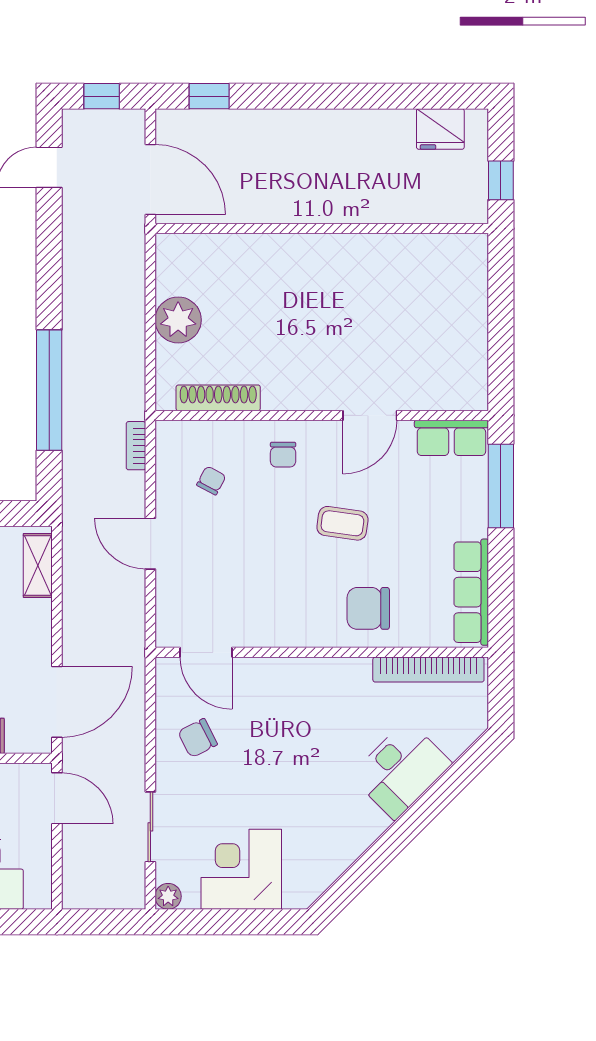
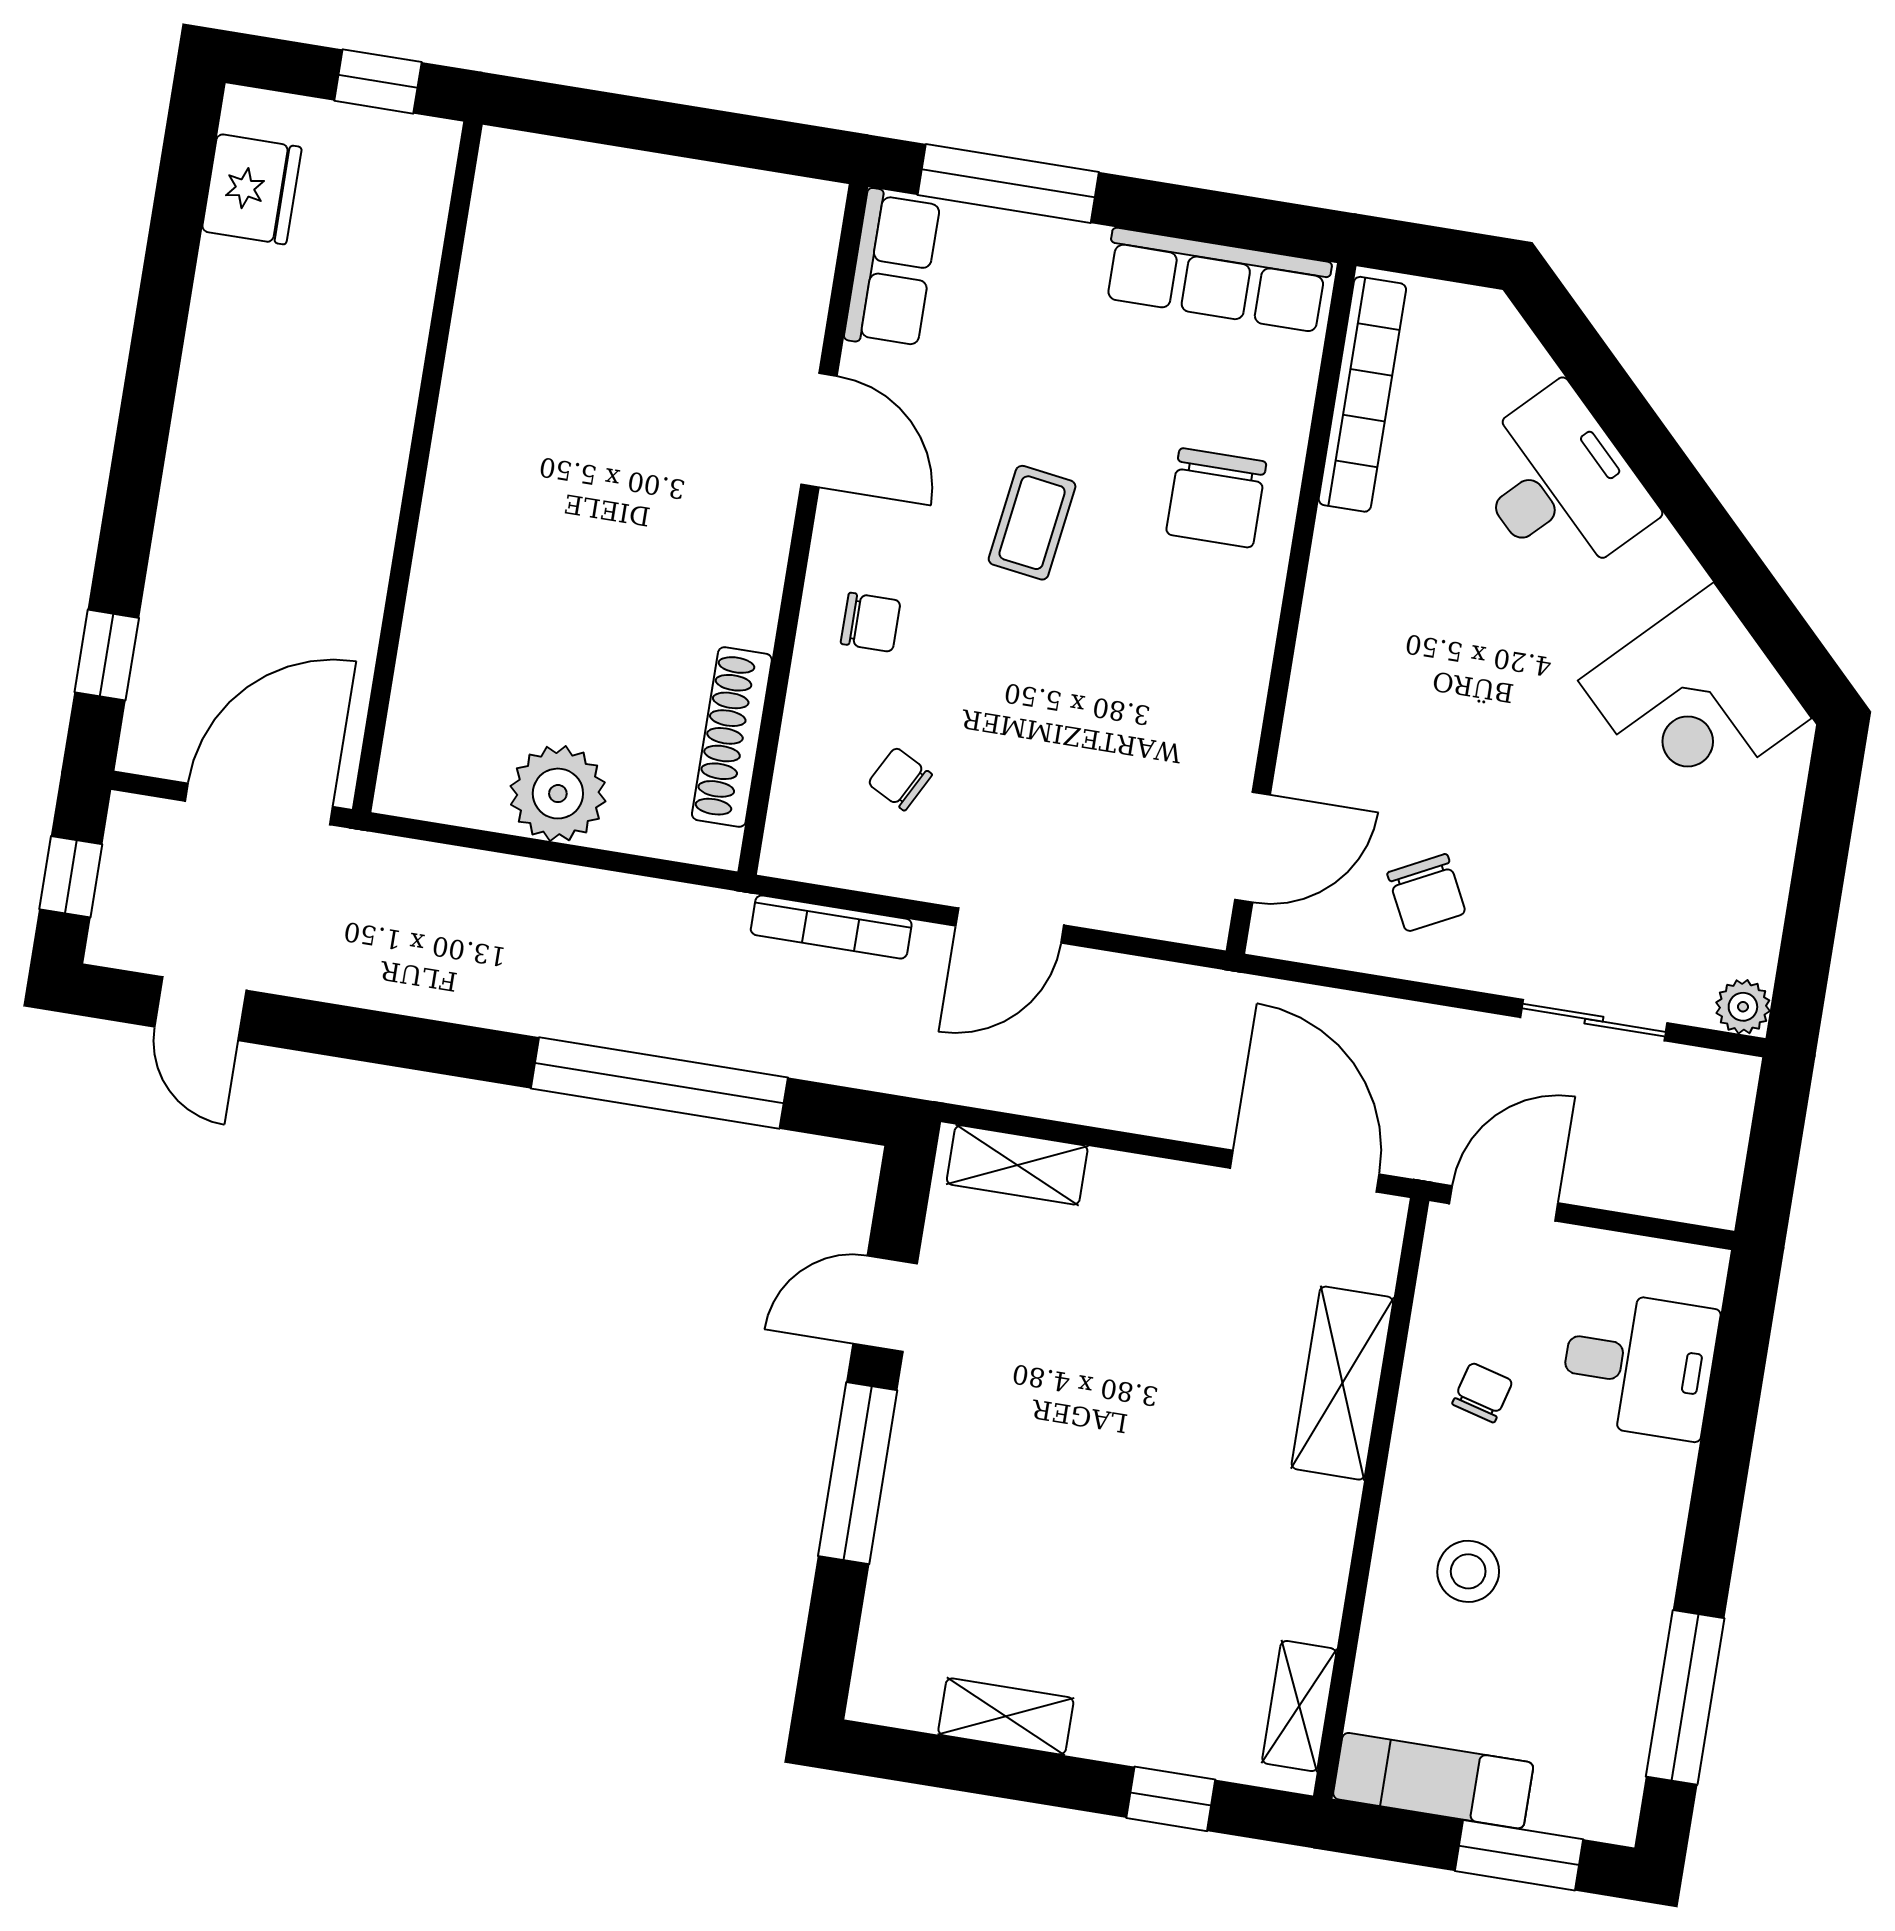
bookcase: (136, 446) -> (831, 927), width x1.56
corner desk: (241, 869) -> (1695, 699), moved, turned -45

